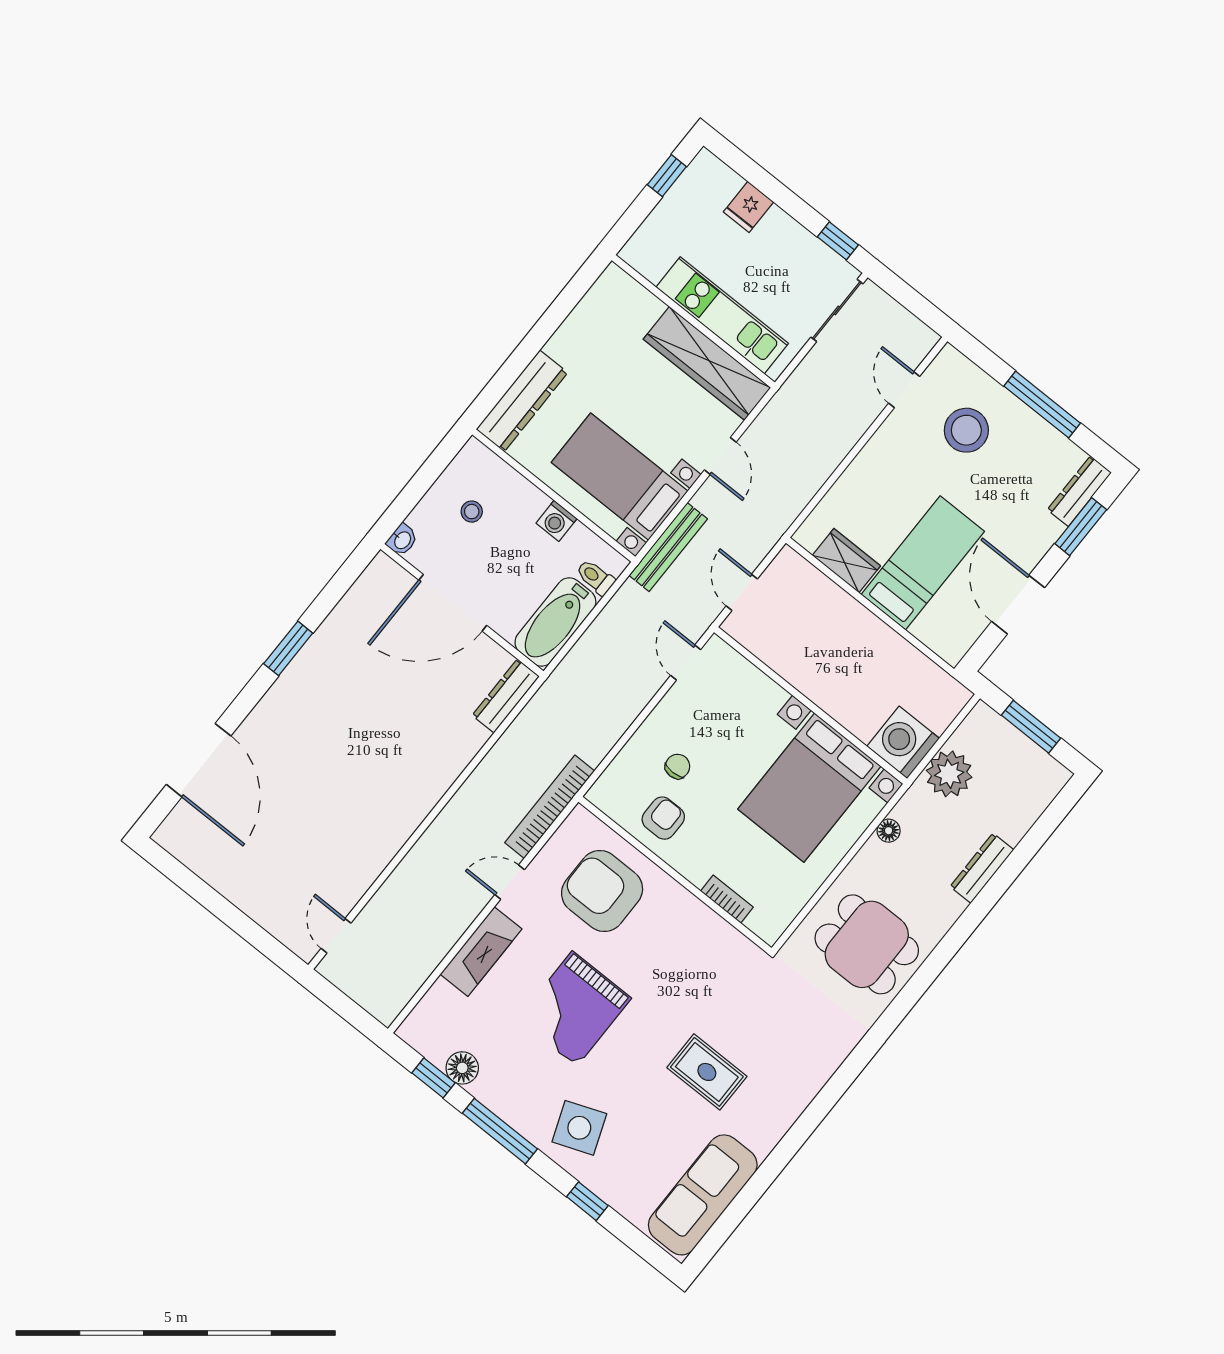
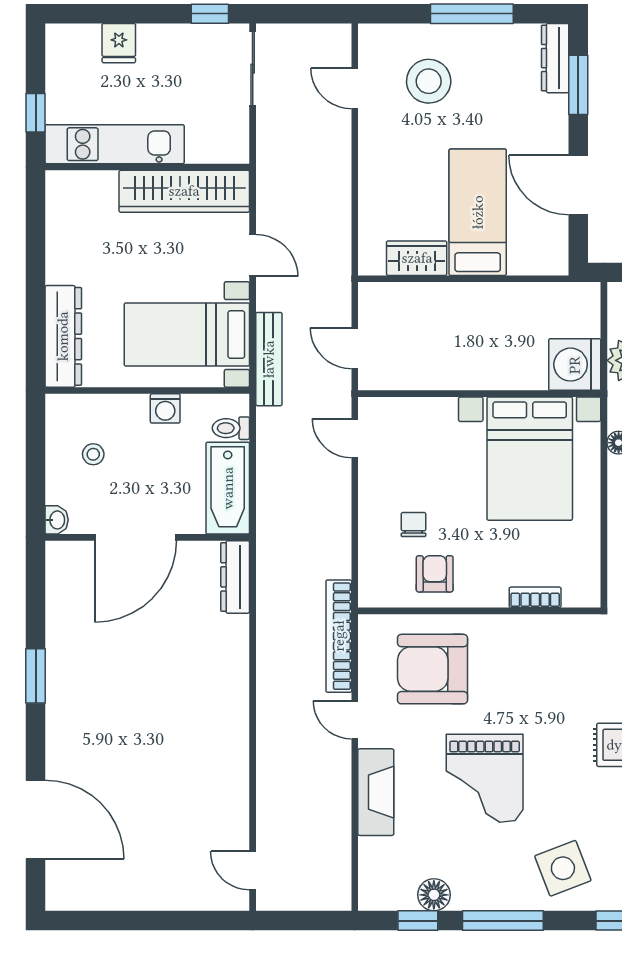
window: (667, 176) -> (36, 113), moved
kitchen unit: (722, 315) -> (115, 144), moved
door: (510, 882) -> (355, 720), hinge flipped

